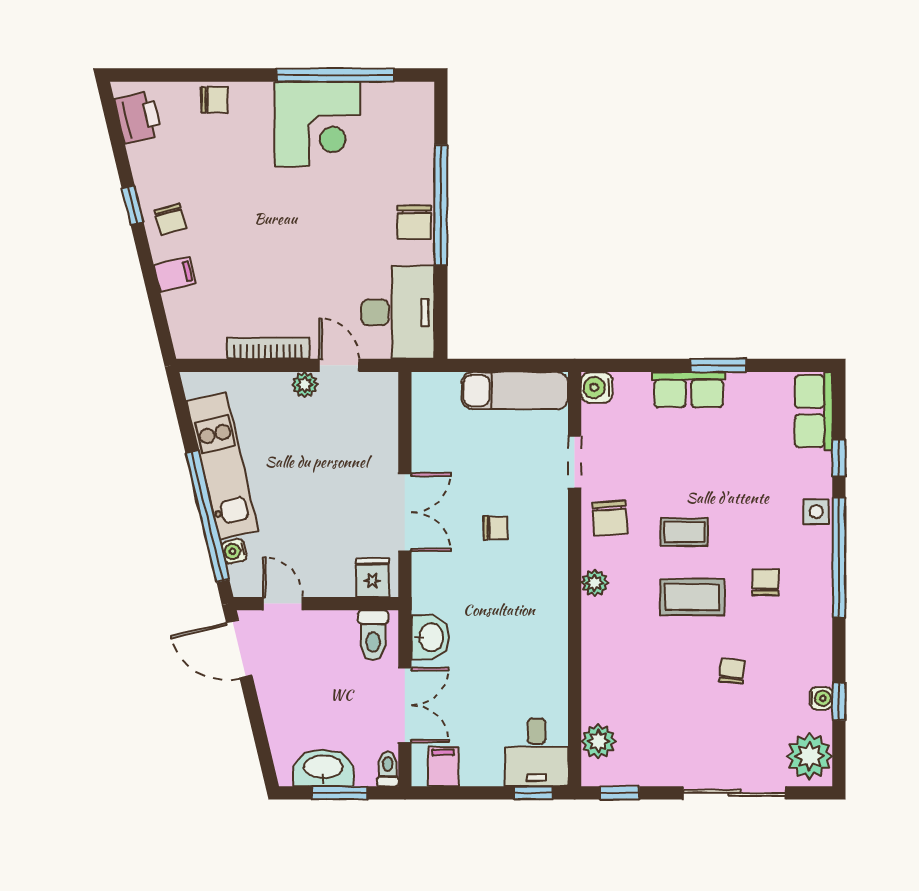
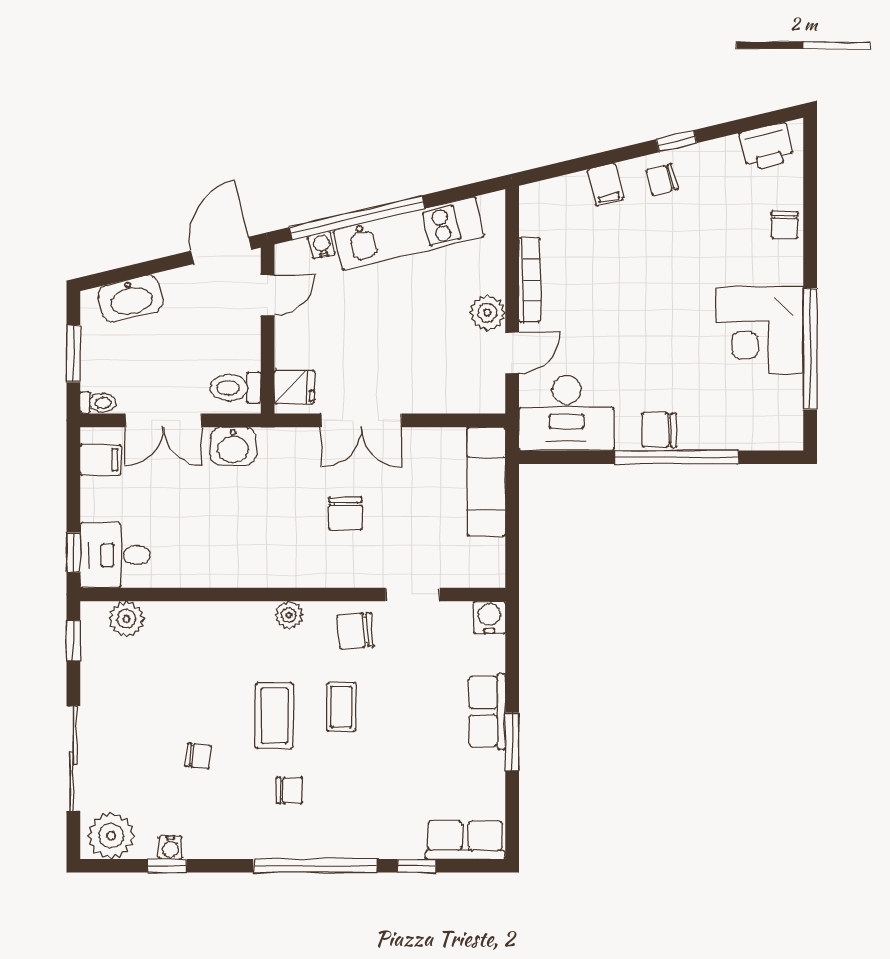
plant: (305, 385) -> (487, 313), width x1.38, depth x1.38
exam couch: (515, 391) -> (486, 482), moved
side table: (816, 512) -> (362, 842), removed
chair: (496, 528) -> (345, 513), width x1.37, depth x1.37
washbasin: (323, 768) -> (131, 298), moved, turned 77

